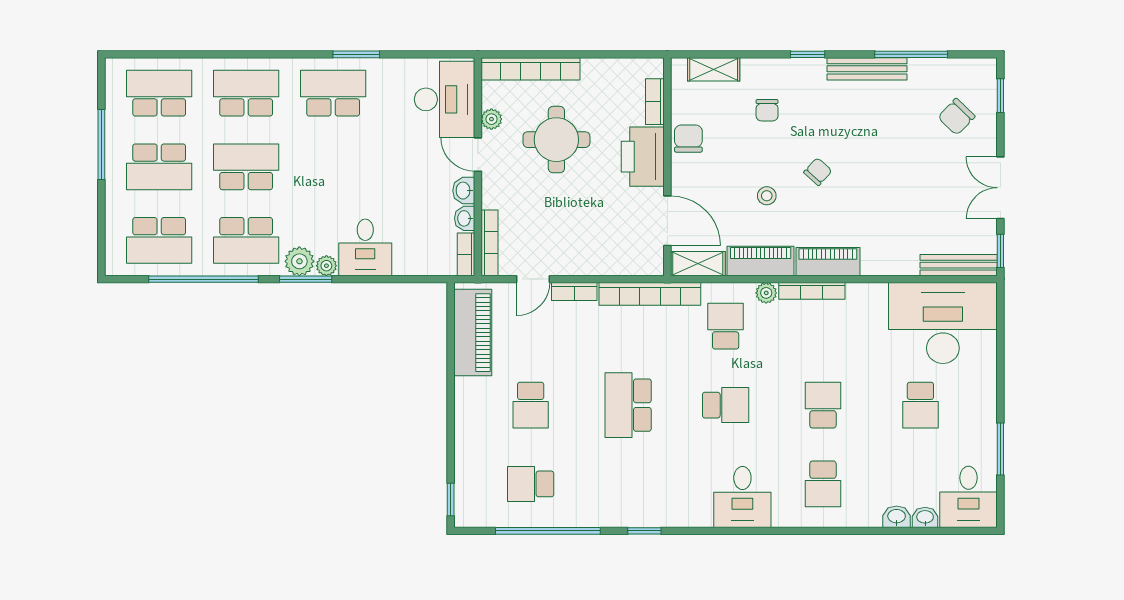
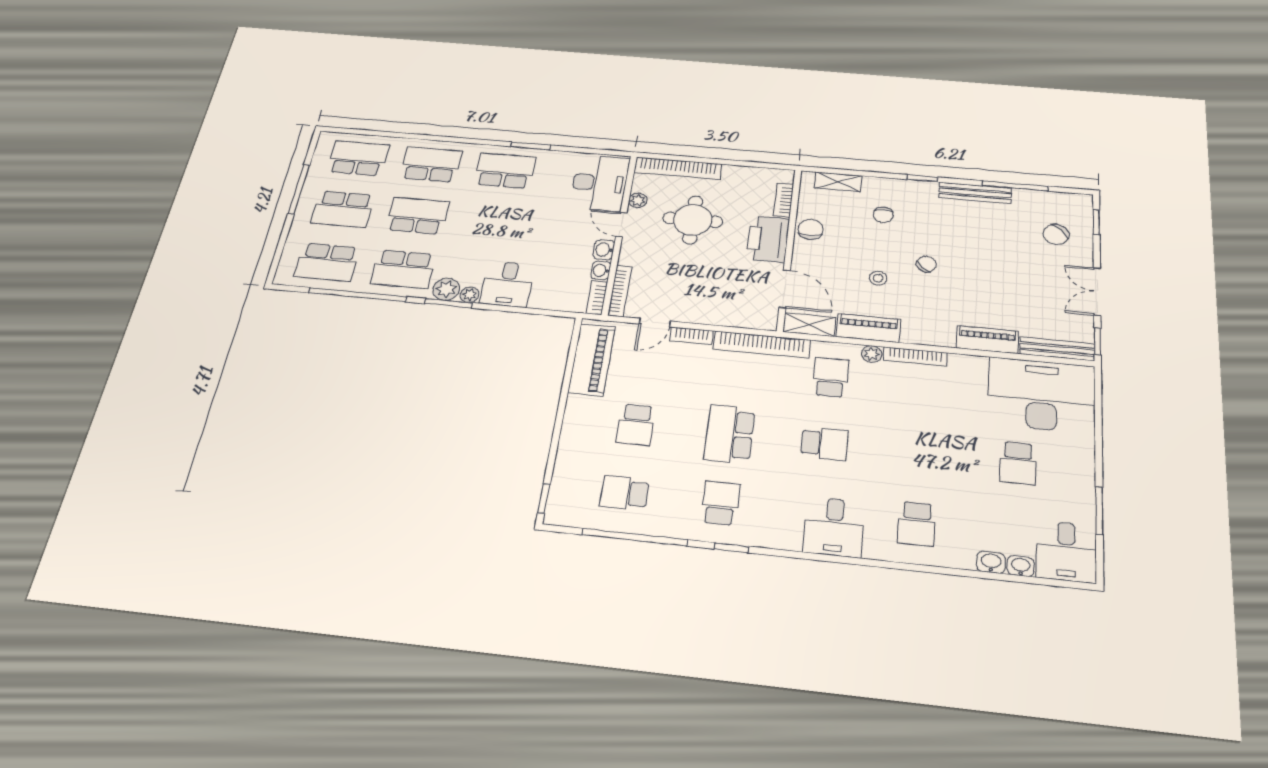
piano: (828, 262) -> (987, 340), moved
school desk: (823, 405) -> (721, 503), moved

